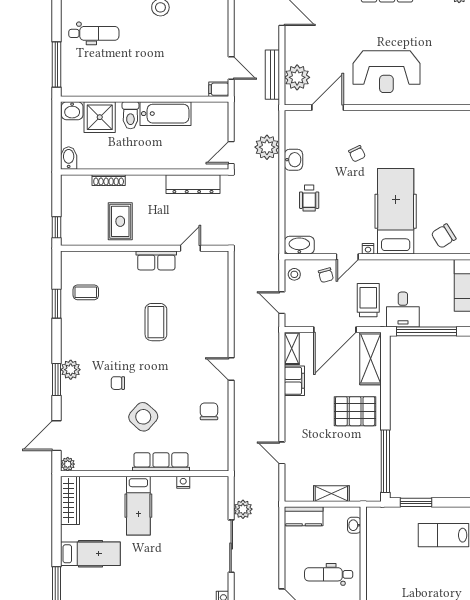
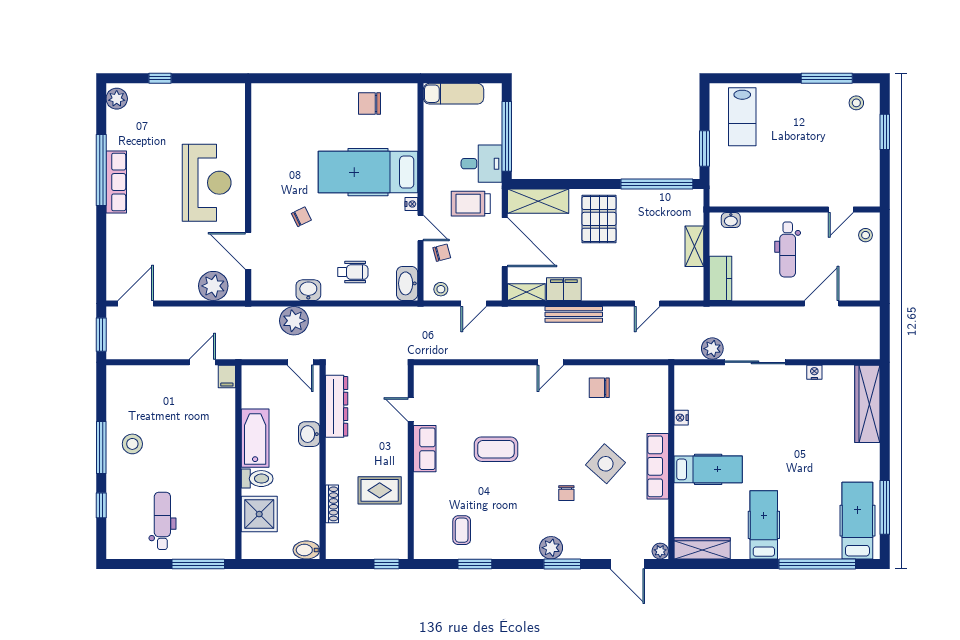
bench: (272, 75) -> (574, 314), moved
washbasin: (72, 111) -> (309, 434), moved, turned 180
chair: (444, 236) -> (369, 103), moved, turned 122
row of seats: (161, 462) -> (658, 466), moved

